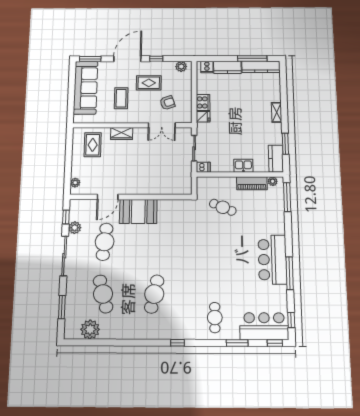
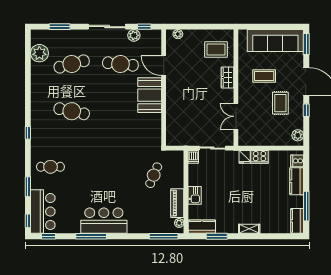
kitchen counter: (261, 67) -> (297, 221), width x0.67
armchair: (167, 103) -> (259, 122), removed

